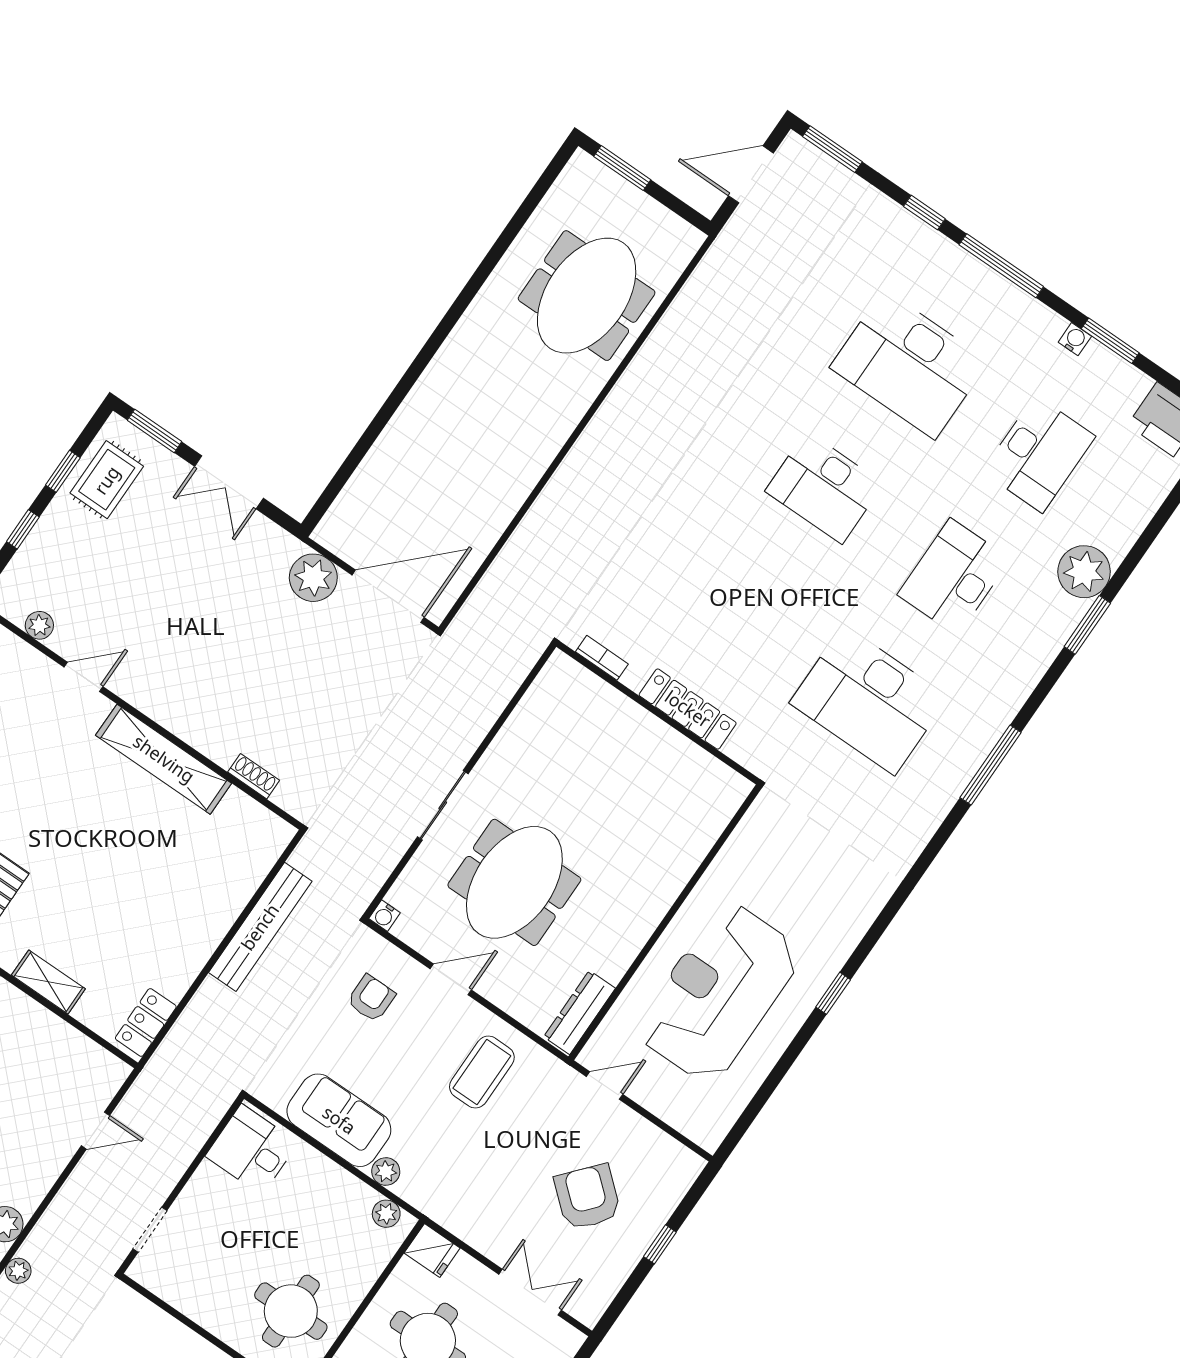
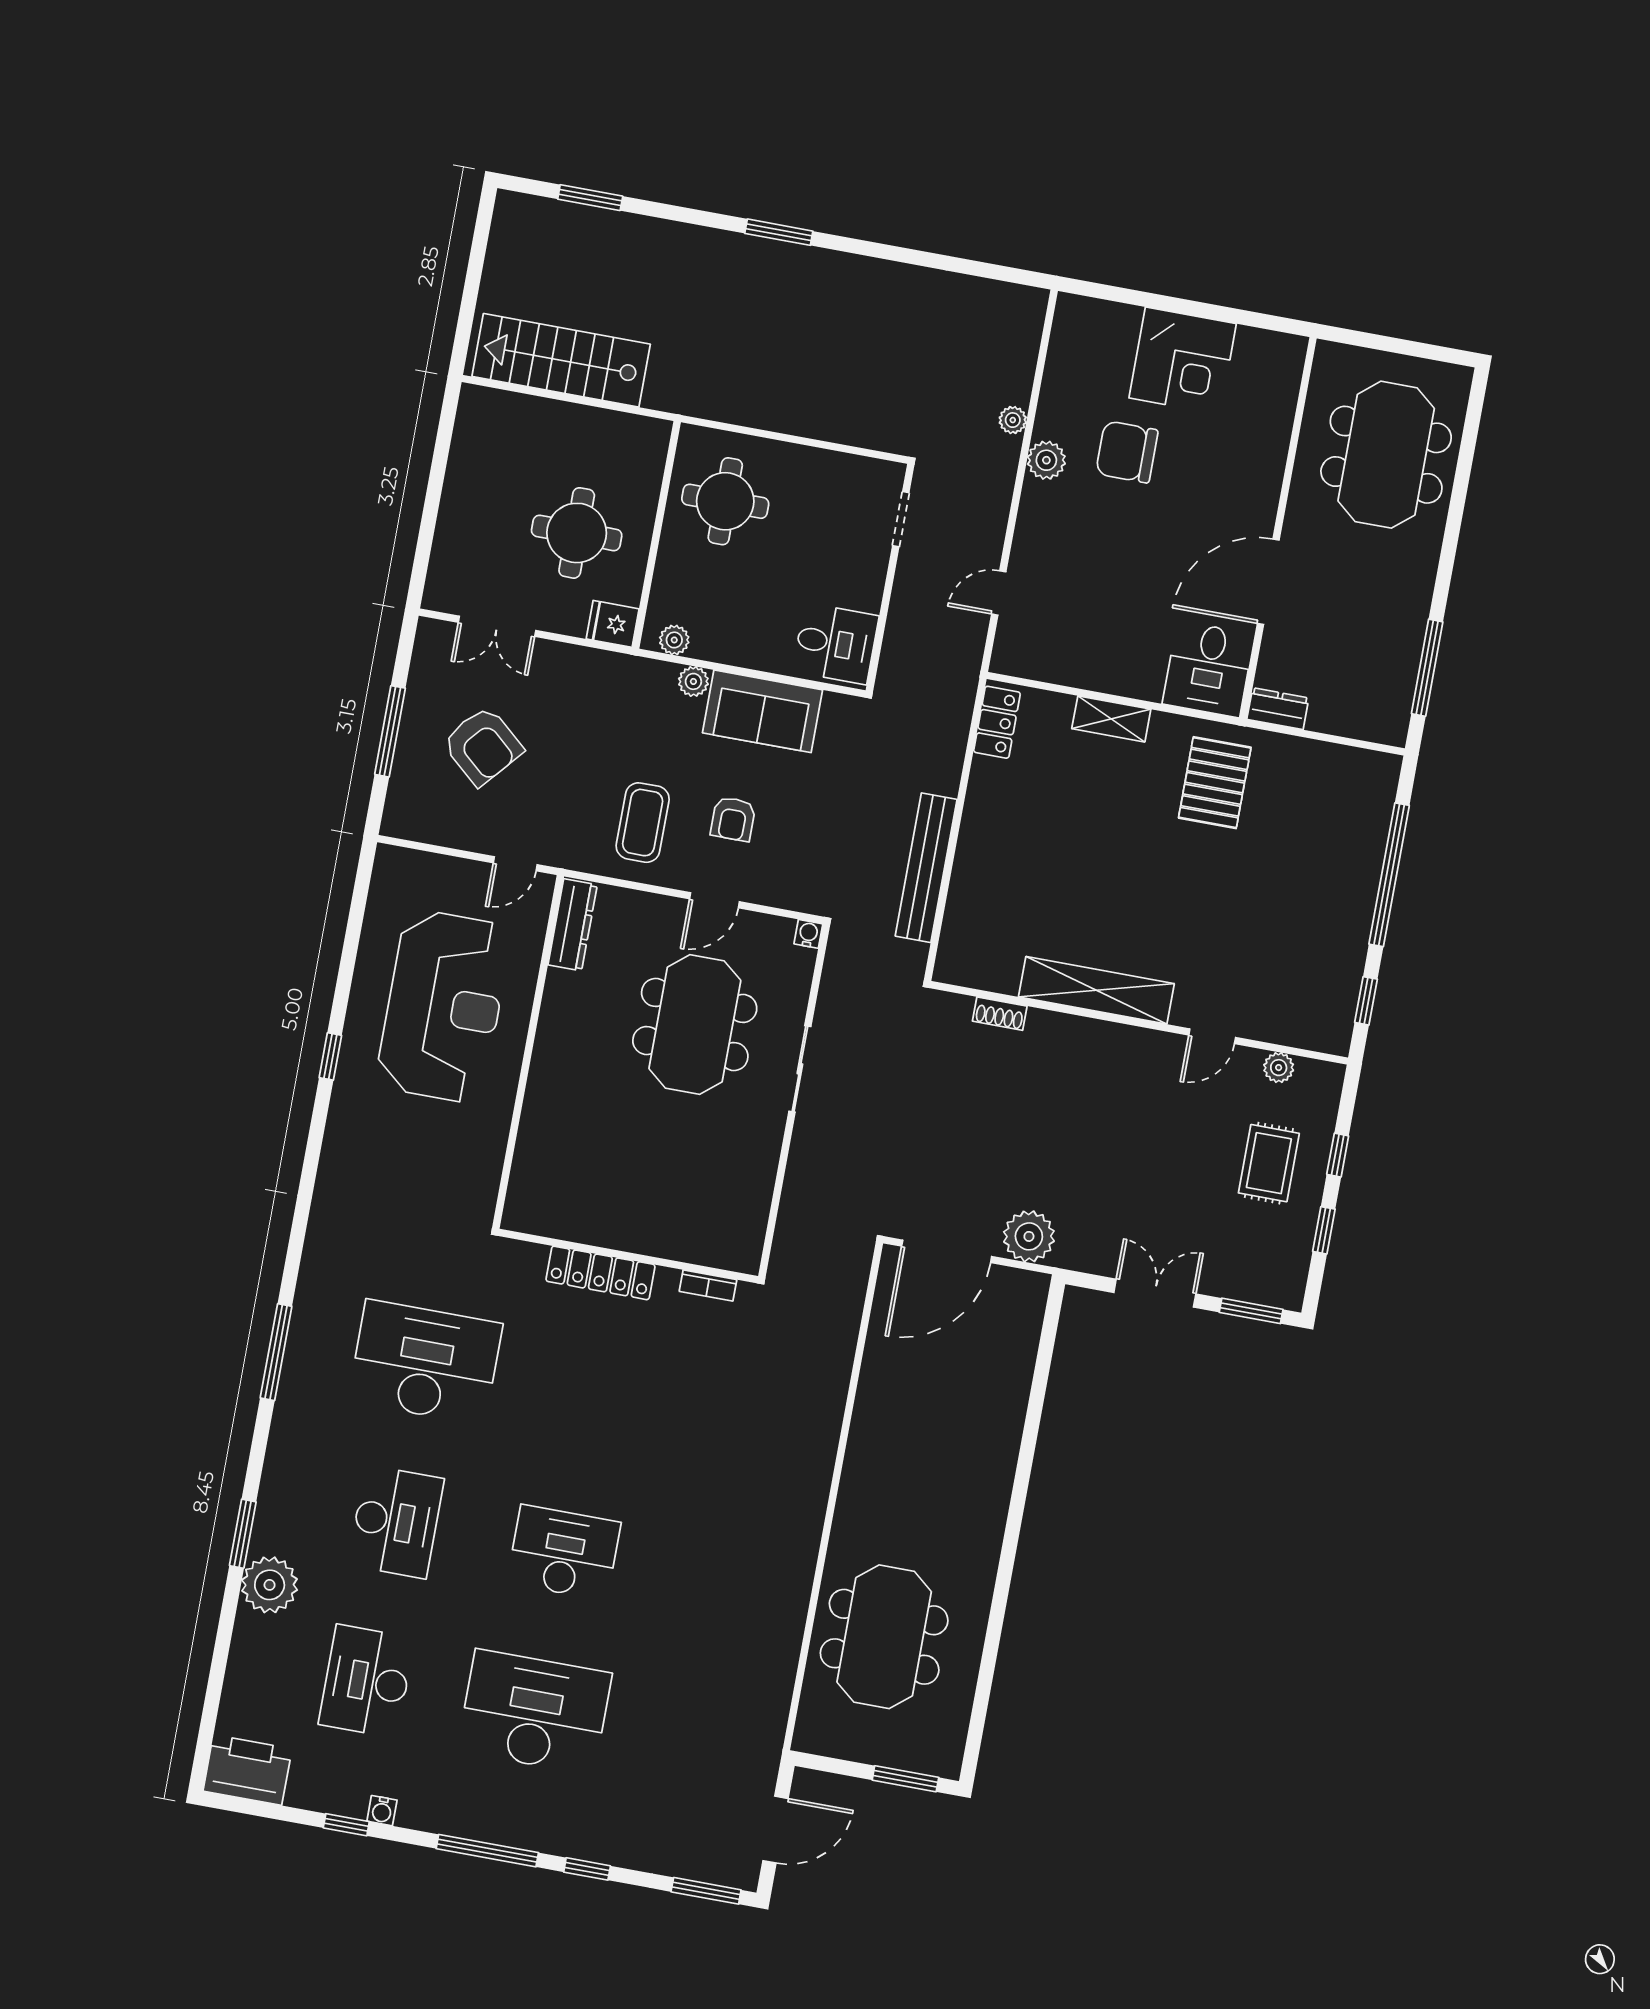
window: (1110, 341) -> (346, 1825), width x0.67
rug: (107, 480) -> (1269, 1163), moved
armchair: (371, 998) -> (733, 819), moved
window: (660, 1244) -> (390, 731), width x2.17

